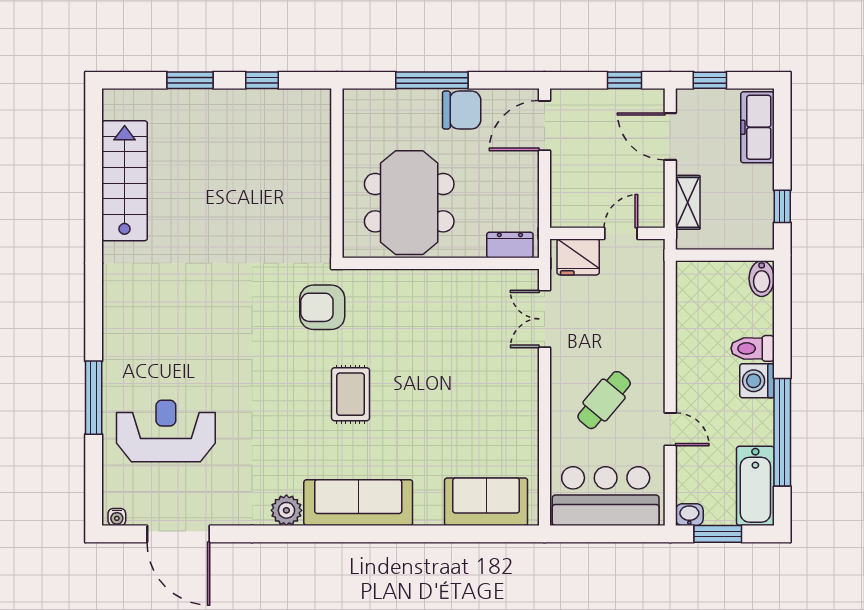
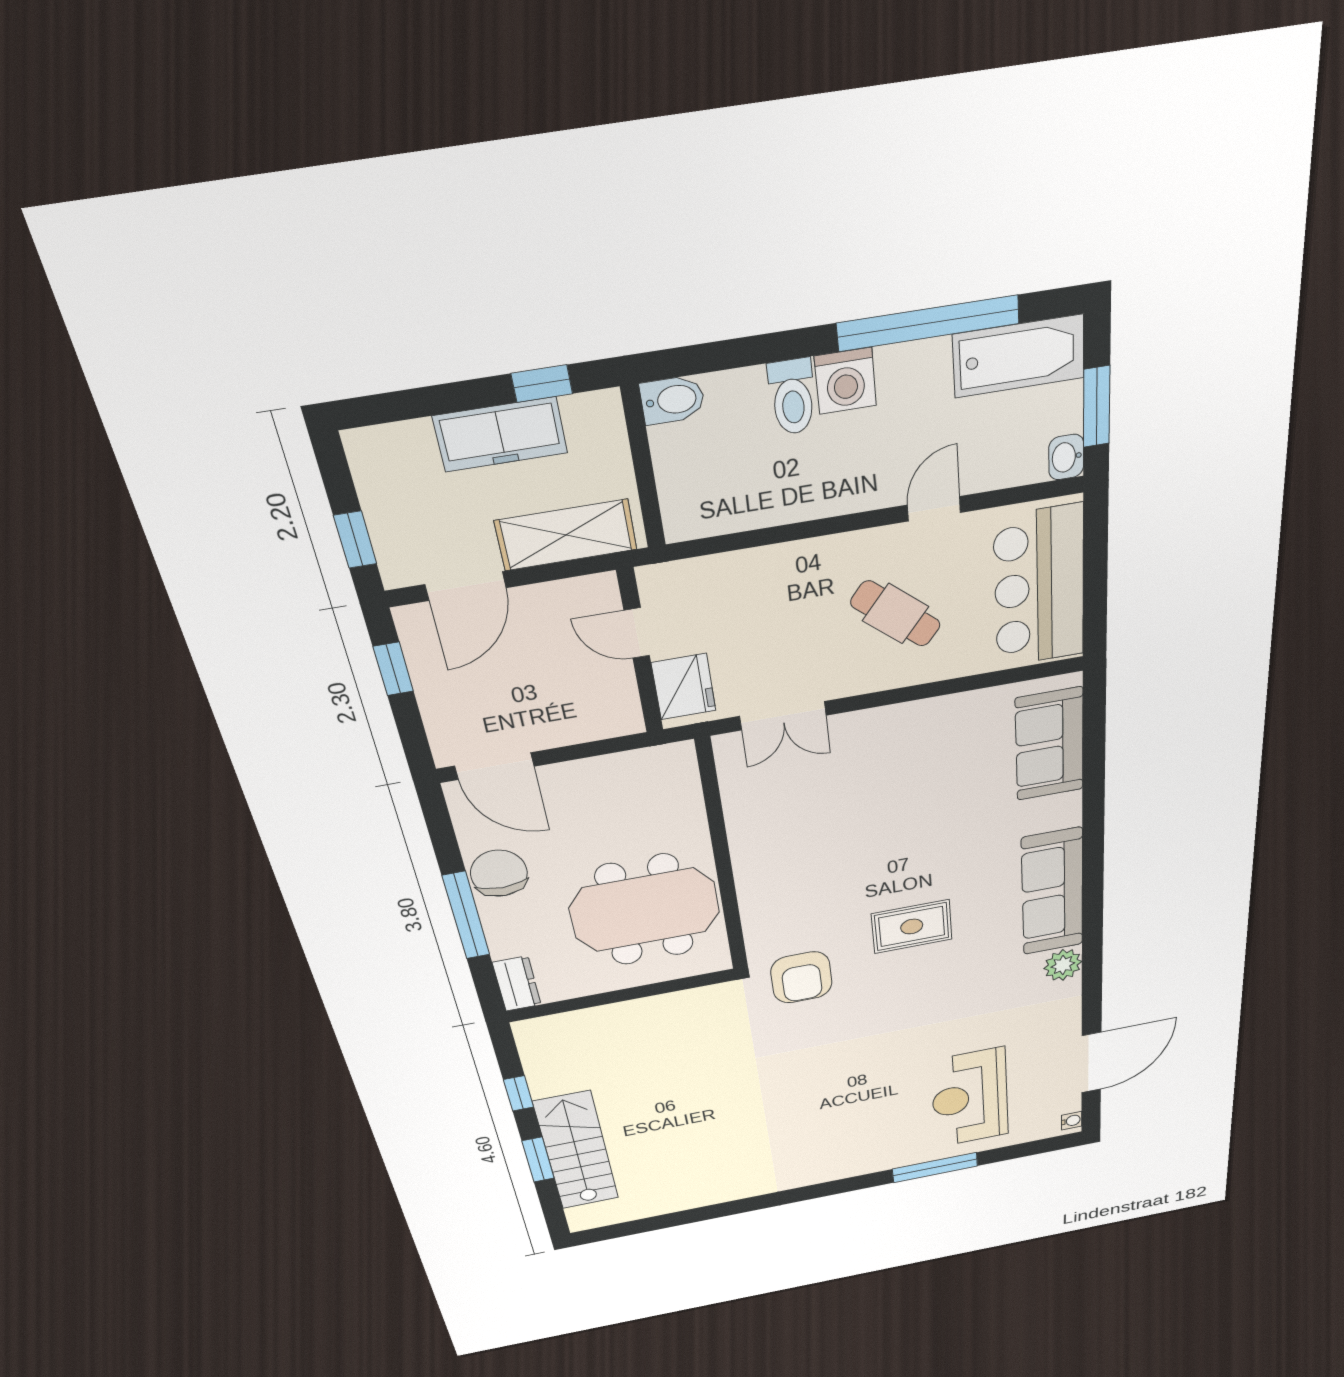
freezer: (757, 127) -> (500, 434), moved
stairs: (125, 181) -> (576, 1151), moved, turned 90
shelving: (688, 202) -> (566, 535), width x1.50, depth x1.33
dresser: (510, 245) -> (517, 984), moved, turned 180

